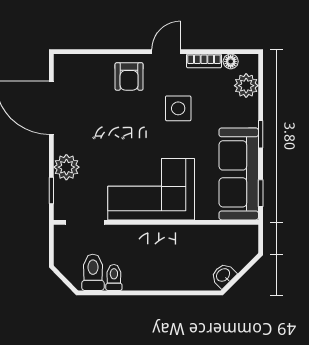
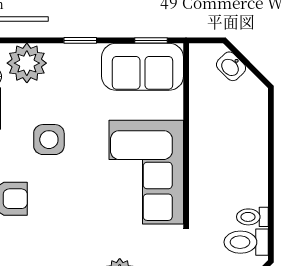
plant: (246, 86) -> (27, 63), width x1.36, depth x1.36
sofa: (239, 174) -> (143, 67), width x0.73
washbasin: (223, 275) -> (231, 66), moved

